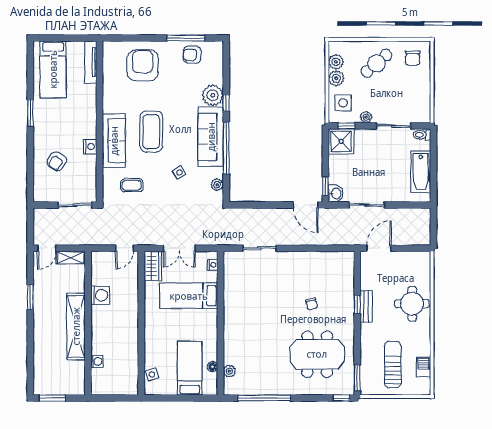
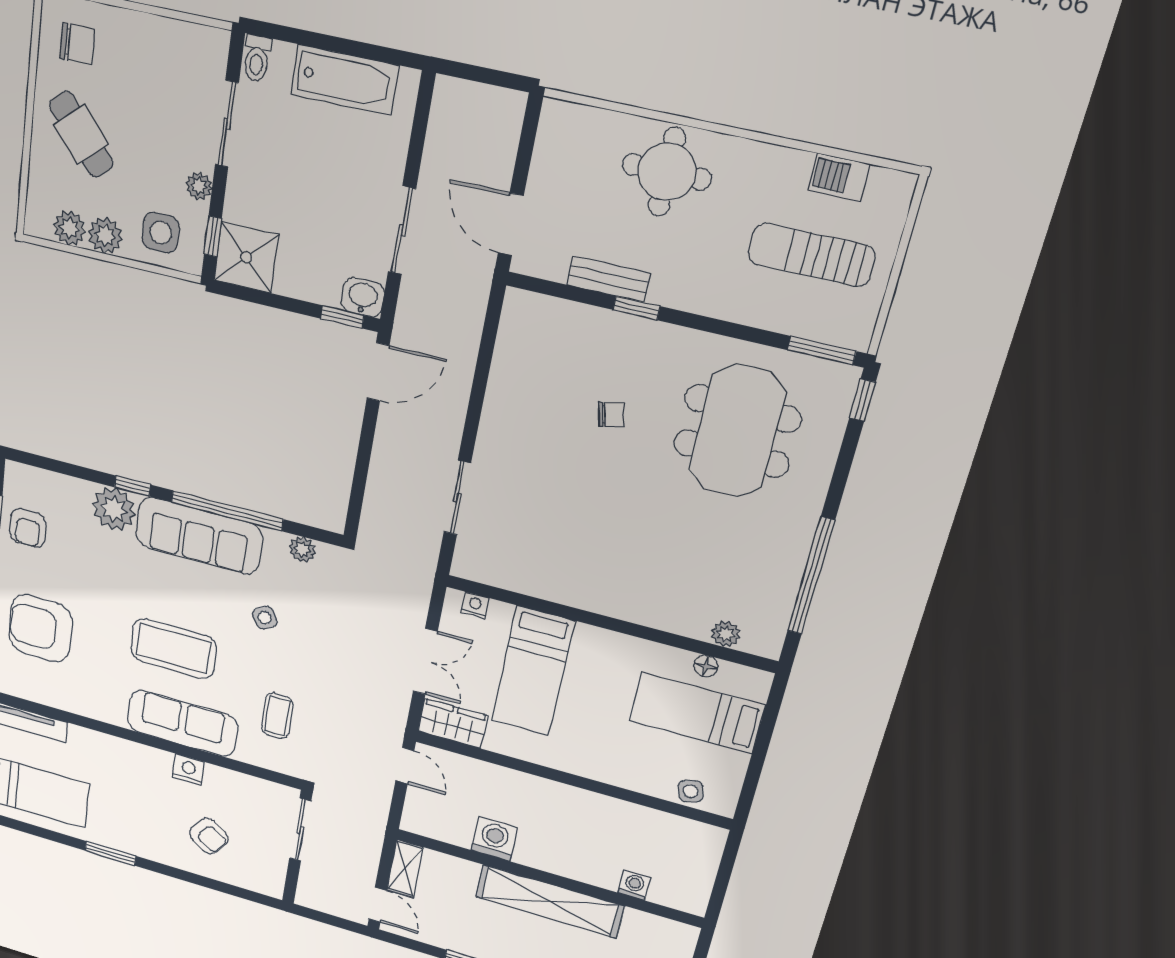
bench: (366, 306) -> (609, 279), moved

